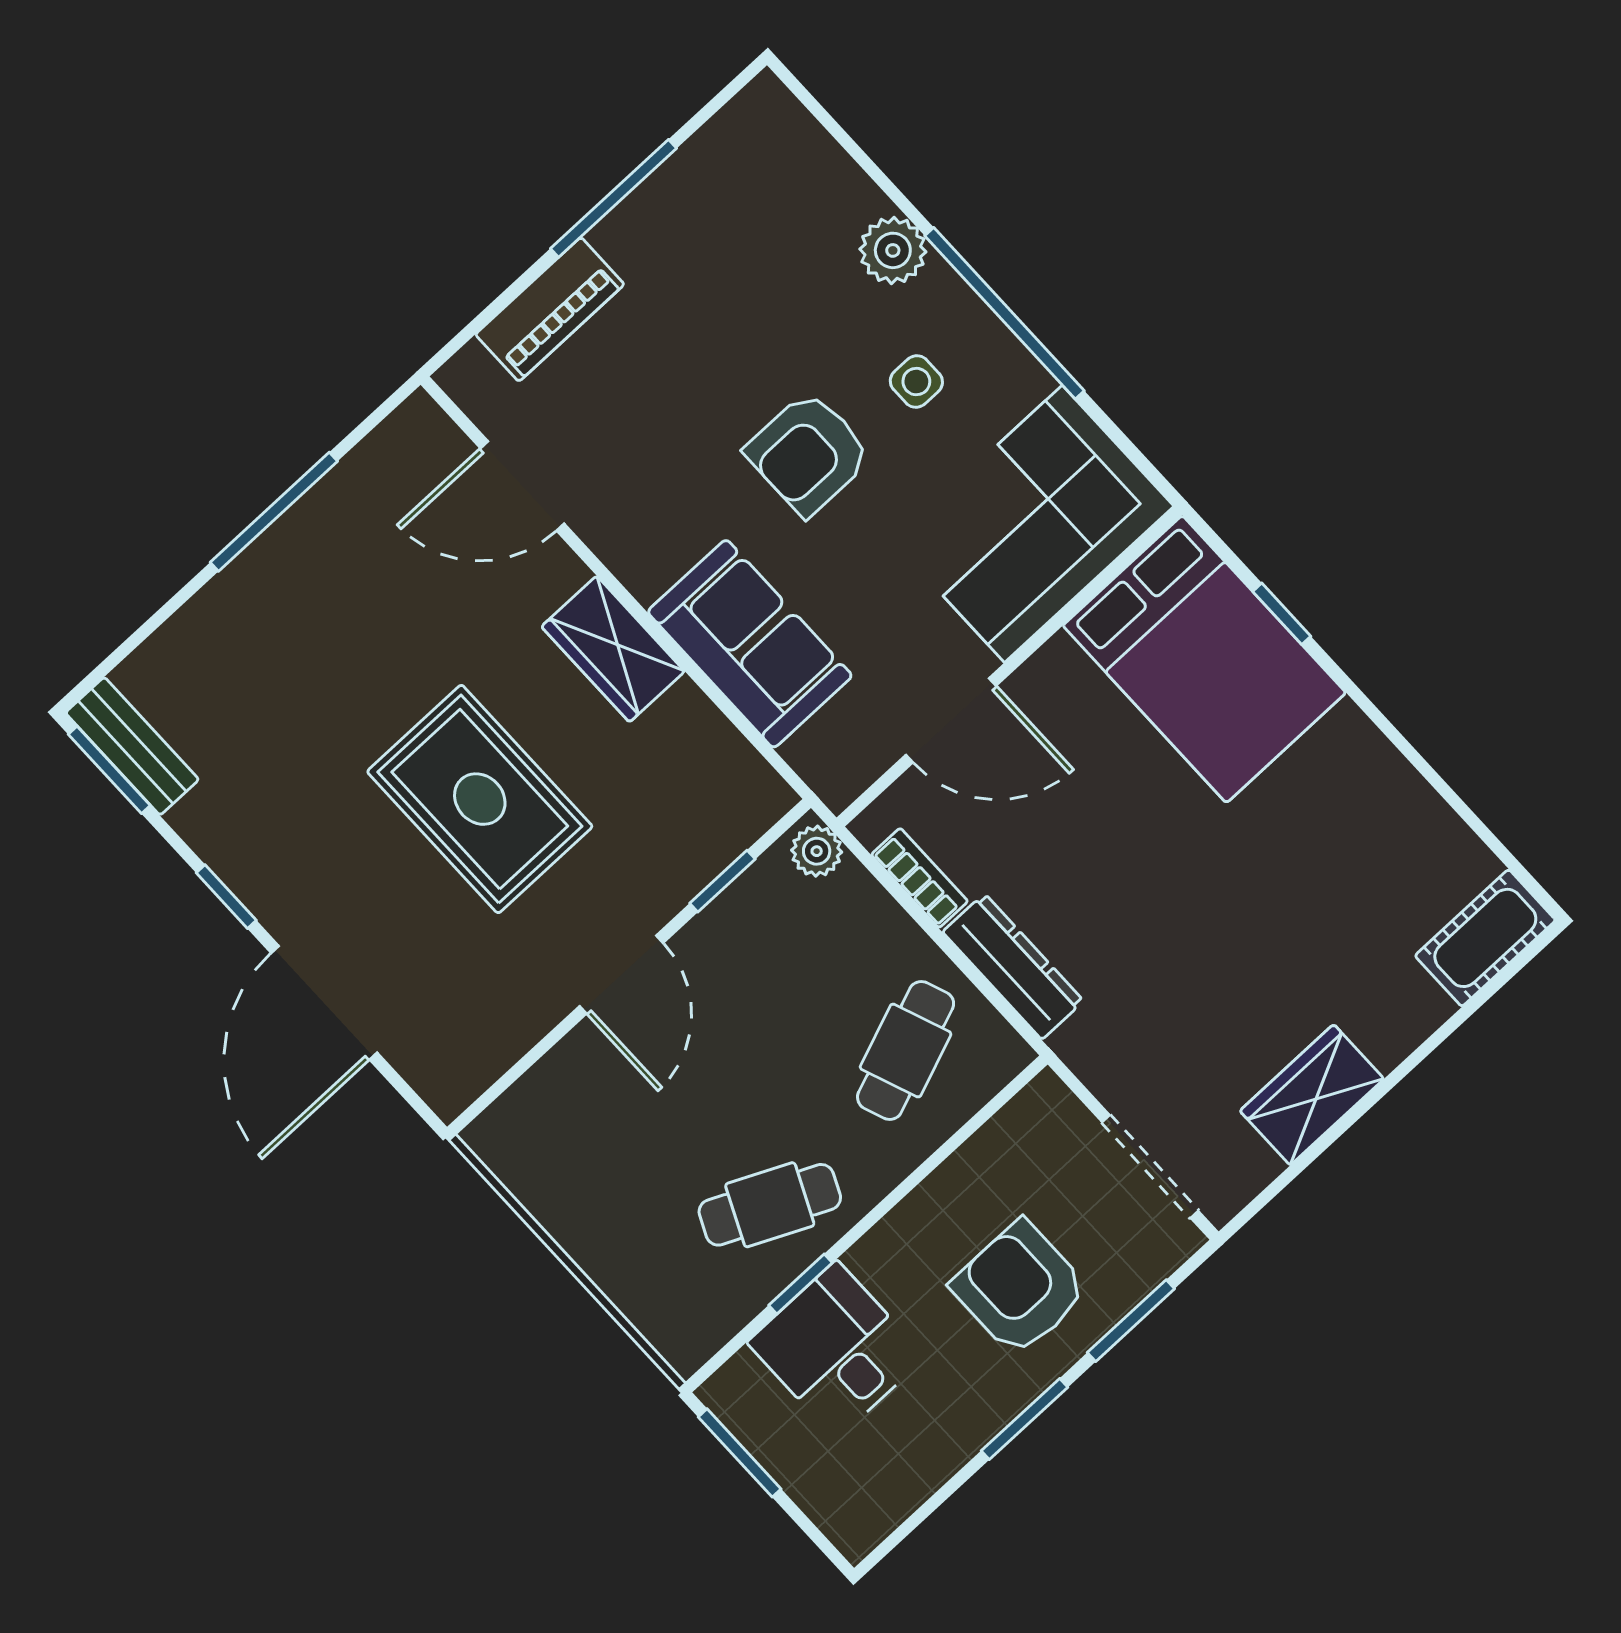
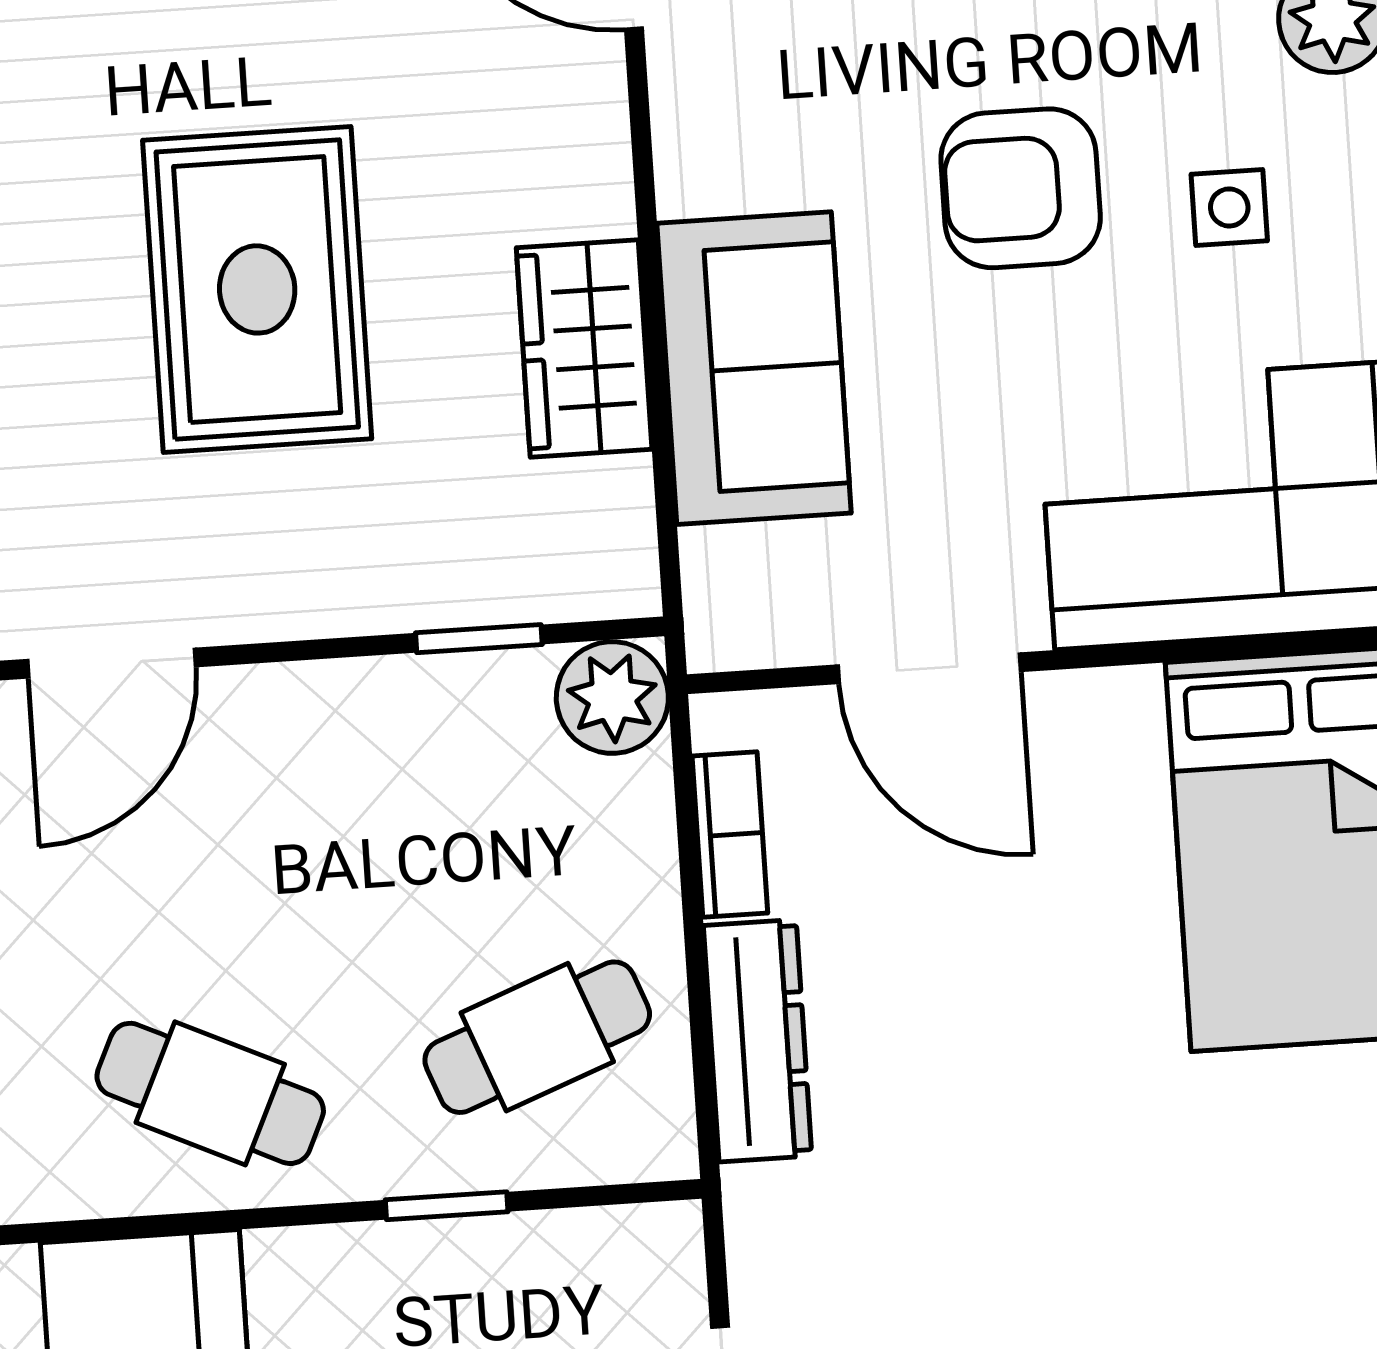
wardrobe: (613, 649) -> (584, 349), moved
plant: (817, 851) -> (612, 698), width x1.38, depth x1.38
door: (621, 974) -> (111, 663), moved
window: (801, 1284) -> (447, 1206), moved

